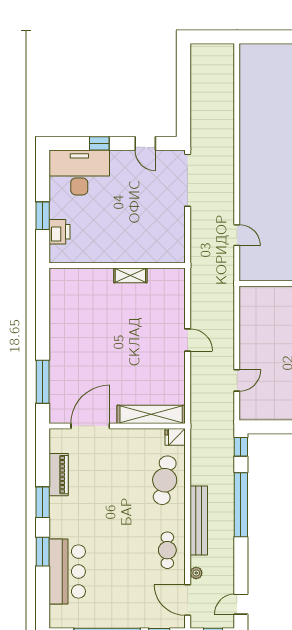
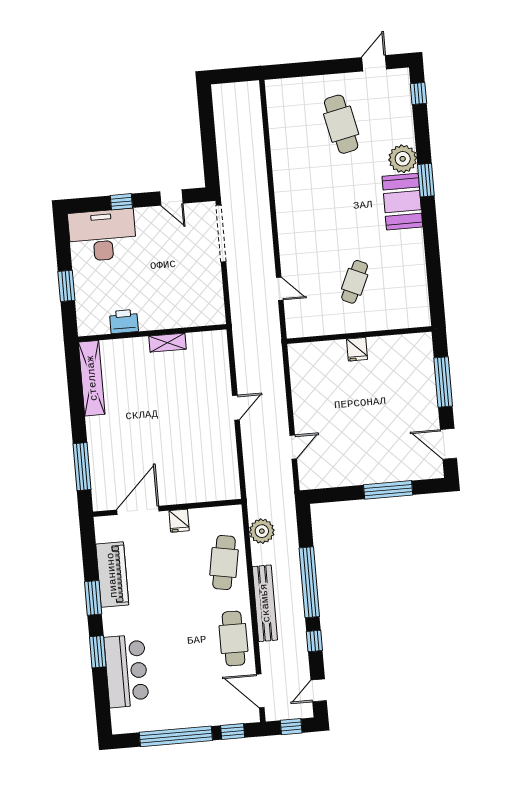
printer: (59, 232) -> (124, 321), moved, turned -90
door: (188, 340) -> (236, 408), hinge flipped
shelving: (151, 414) -> (92, 378), moved, turned 90
fridge: (175, 437) -> (179, 521), moved, turned -90
window: (241, 447) -> (314, 641), moved
piano: (59, 475) -> (112, 575), width x1.37, depth x1.33
cafe table: (167, 550) -> (233, 638), width x1.37, depth x1.35
plant: (196, 573) -> (262, 531), moved, width x1.88, depth x1.88

